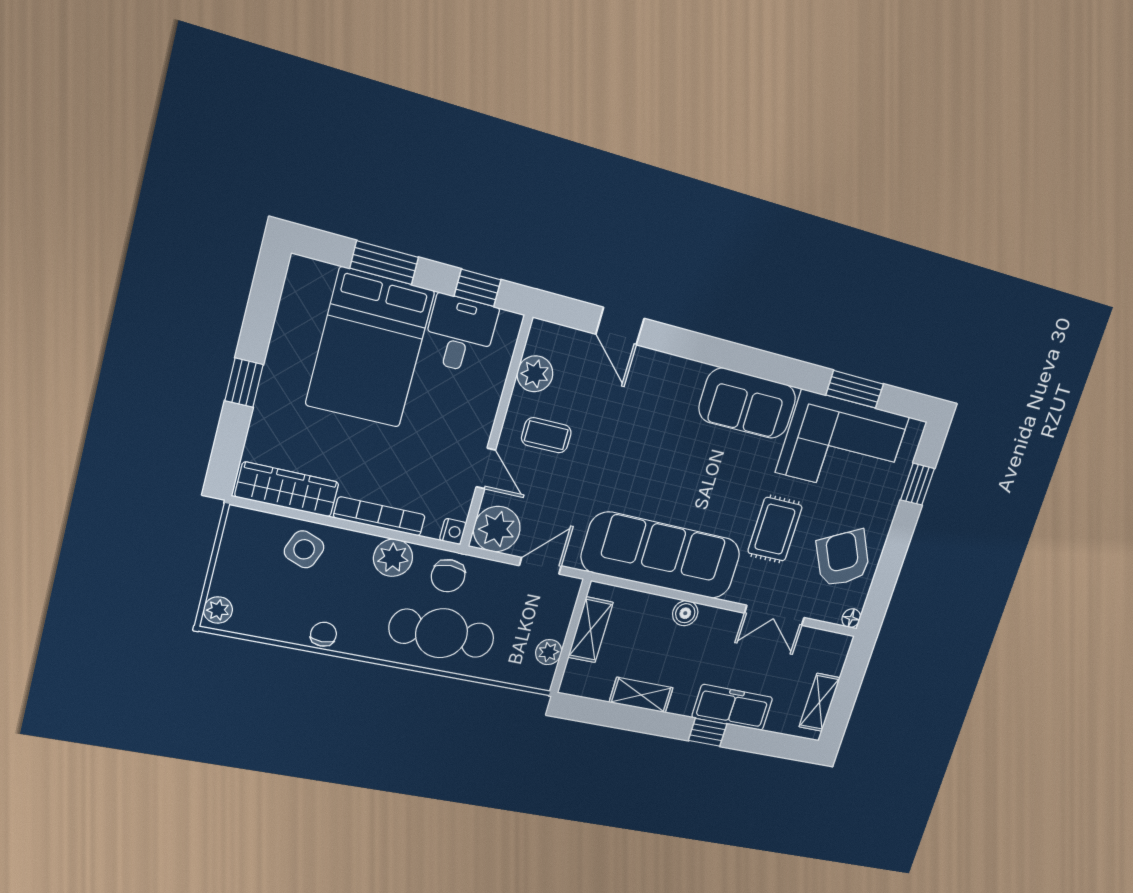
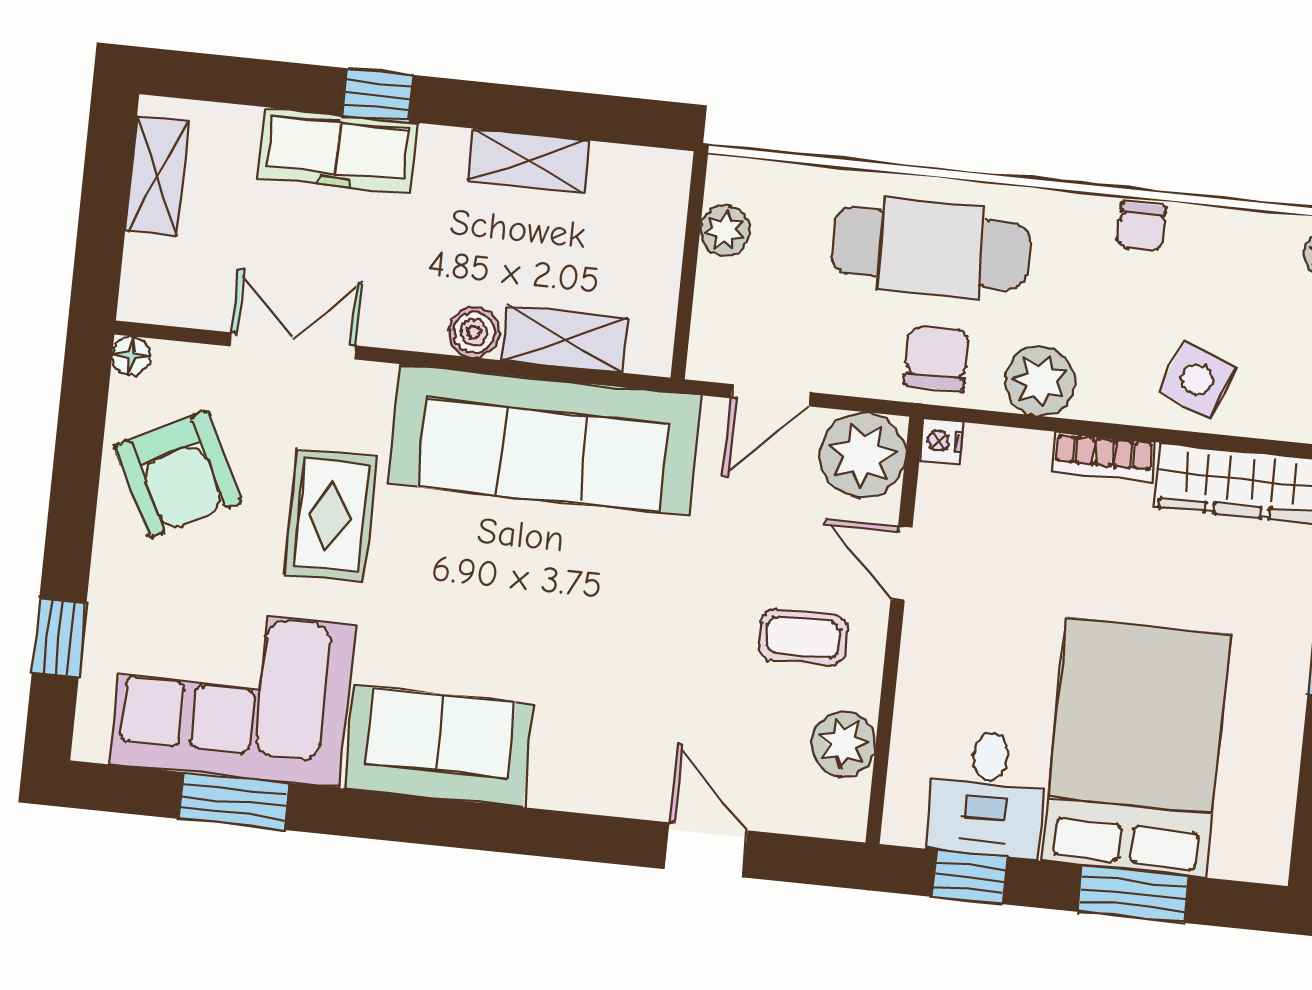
bookcase: (379, 516) -> (1104, 457), width x0.64
shelving: (591, 630) -> (565, 339), moved, turned 90

